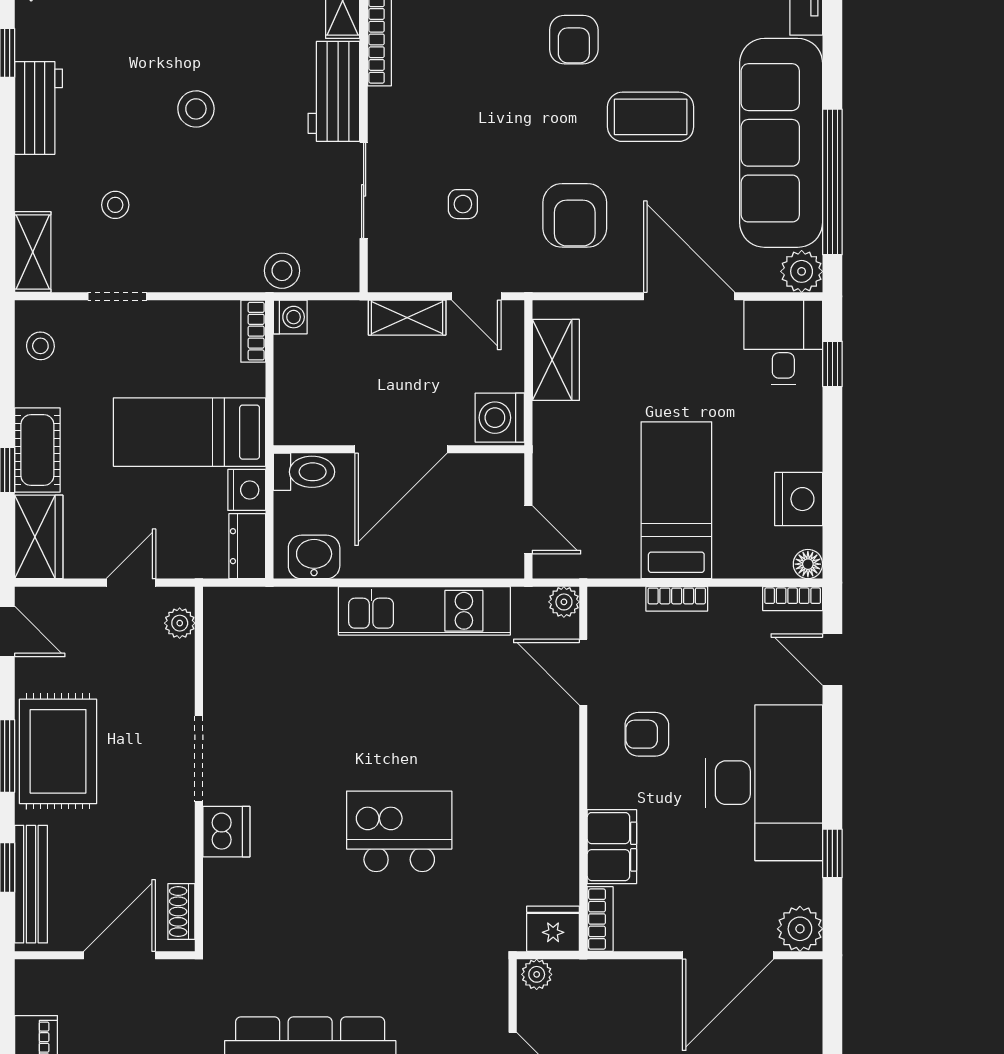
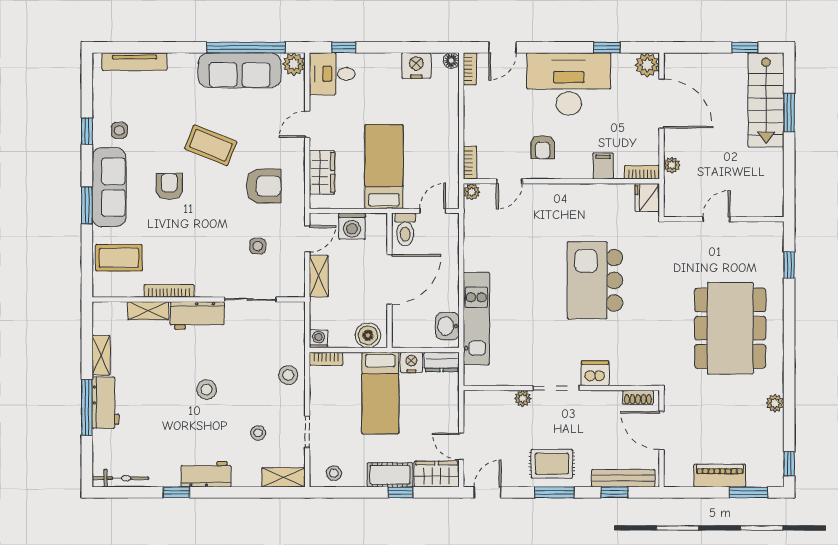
armchair: (574, 40) -> (169, 186), turned -90
coffee table: (651, 117) -> (211, 145), turned -68
sofa: (781, 143) -> (240, 70), width x0.74, depth x0.79
stool: (282, 271) -> (288, 375), moved
door: (689, 296) -> (307, 124), width x0.53
wardrobe: (556, 360) -> (322, 172), moved, turned 90
boiler: (297, 409) -> (368, 335), added
washing machine: (500, 418) -> (352, 226), moved
door: (401, 449) -> (389, 279), hinge flipped
toilet: (304, 472) -> (405, 229), moved, turned 180
bed: (676, 500) -> (384, 167), moved, turned 90
door: (131, 583) -> (461, 446), moved
bookcase: (677, 599) -> (470, 163), moved
kitchen unit: (424, 611) -> (476, 319), moved
plant: (180, 623) -> (523, 398), moved
door: (583, 672) -> (509, 181), width x0.73
rug: (58, 751) -> (552, 464), width x0.73, depth x0.70
kitchen island: (399, 831) -> (595, 280), width x1.37, depth x1.28
filing cabinet: (612, 847) -> (603, 166), width x0.50
plant: (537, 974) -> (672, 165), moved

